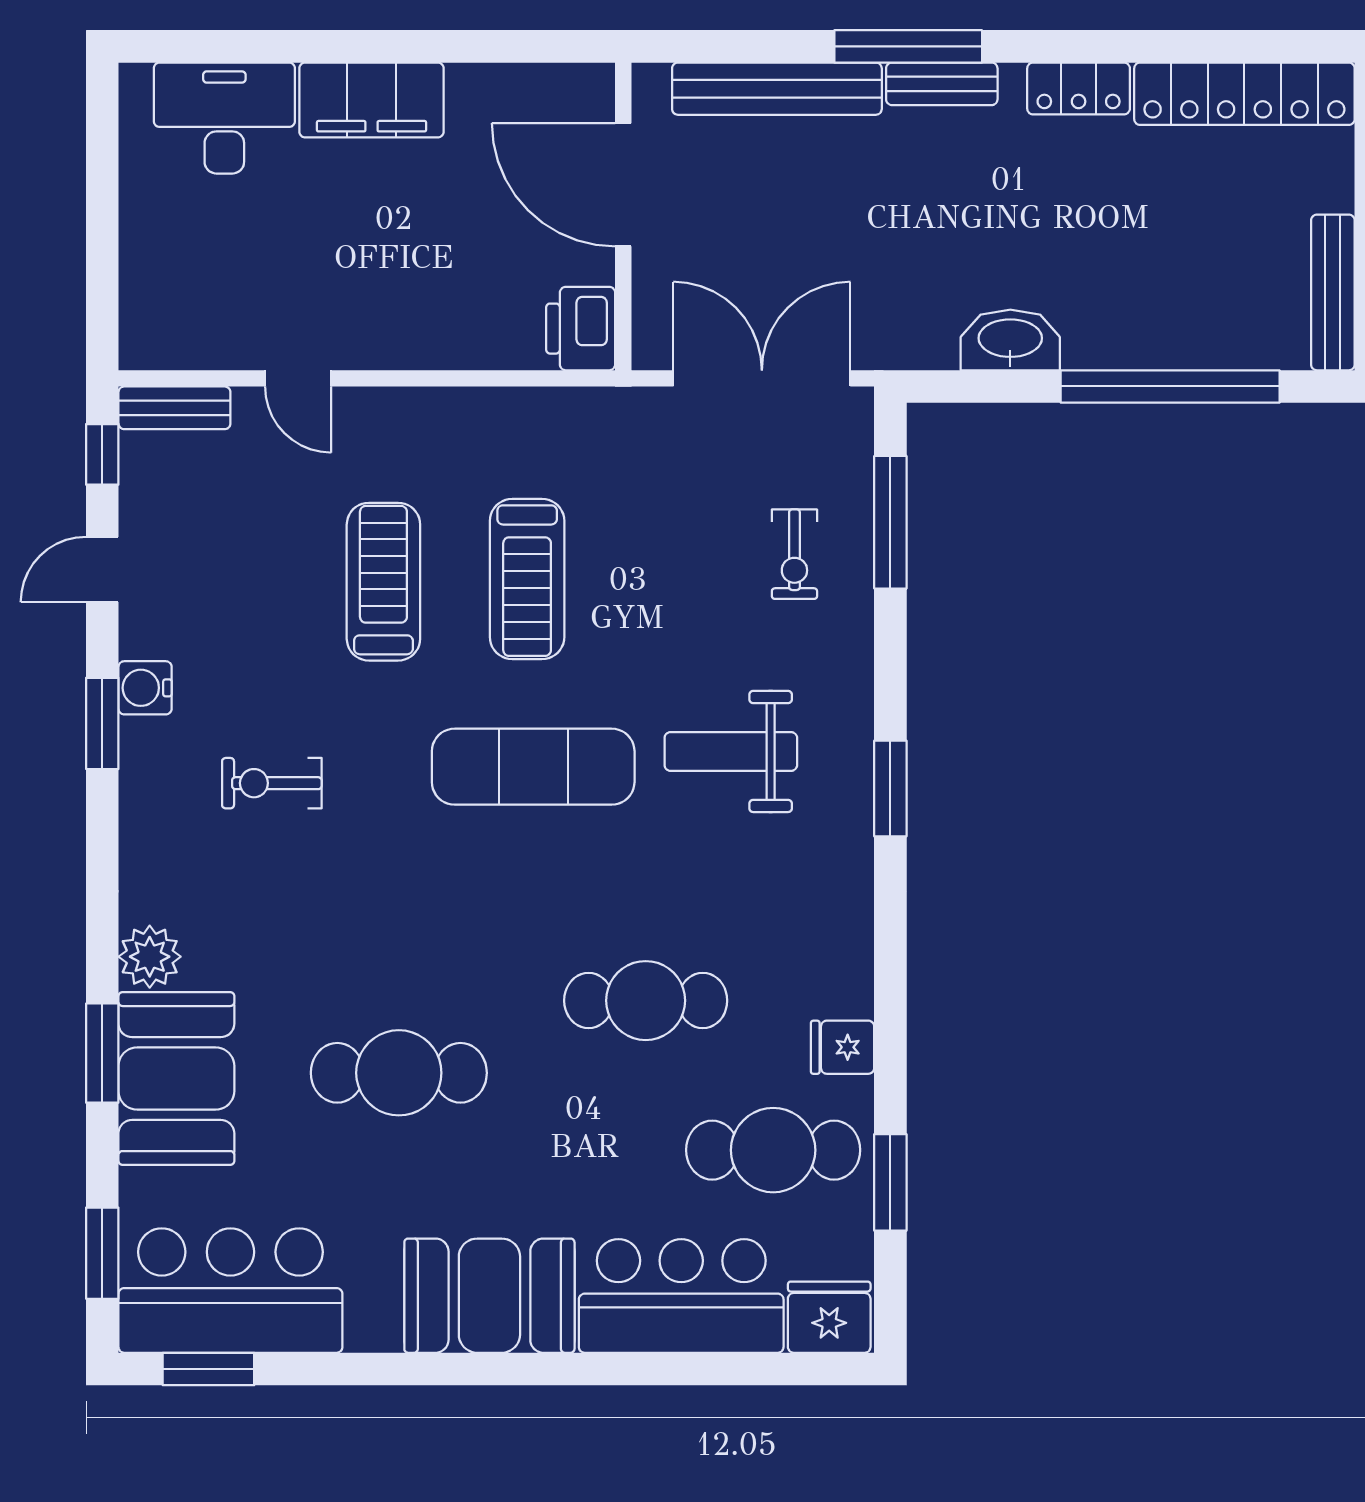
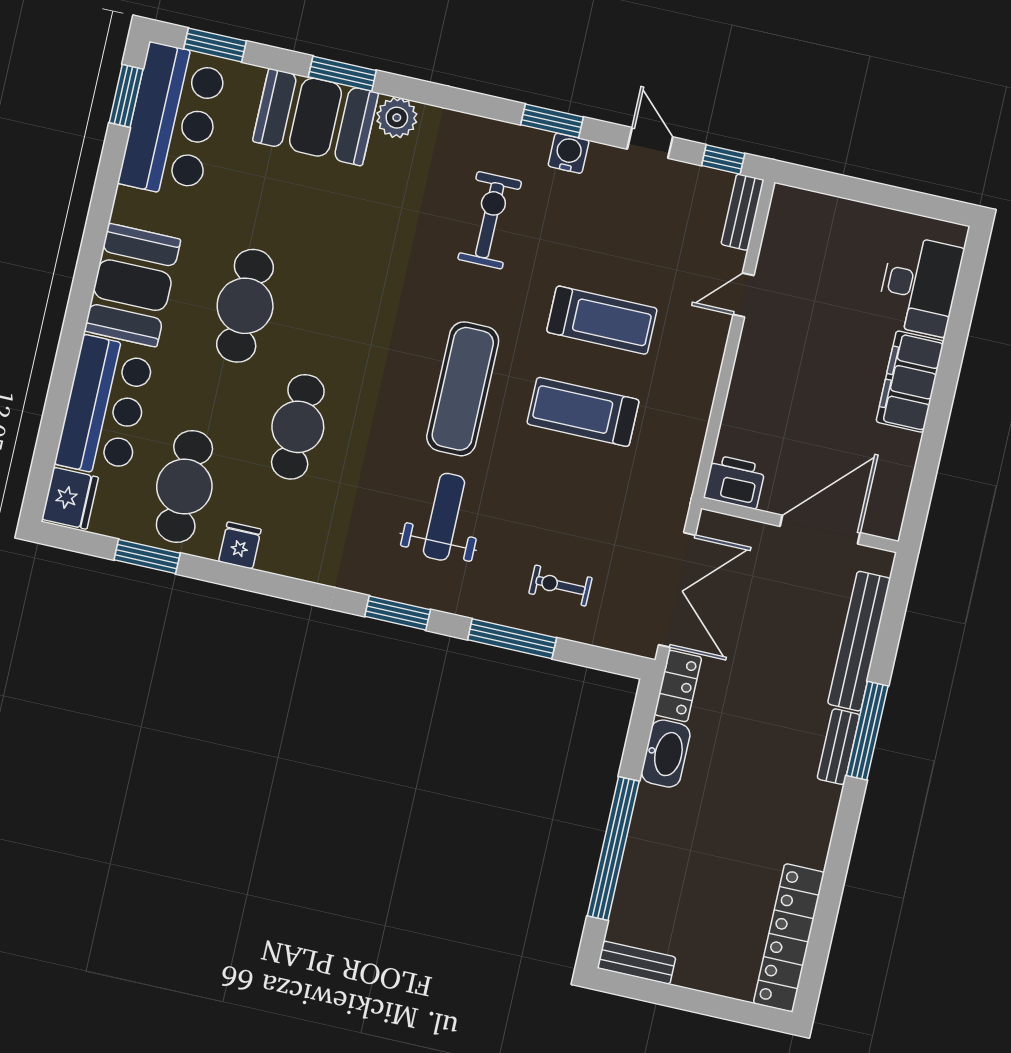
locker: (1079, 89) -> (678, 686), moved, turned 180
bench: (1333, 292) -> (637, 963), width x0.73
window: (890, 522) -> (512, 639), moved
exercise bike: (272, 783) -> (490, 220), width x1.38, depth x1.39
cafe table: (399, 1073) -> (245, 306), moved

